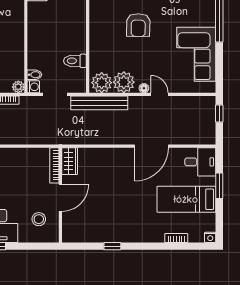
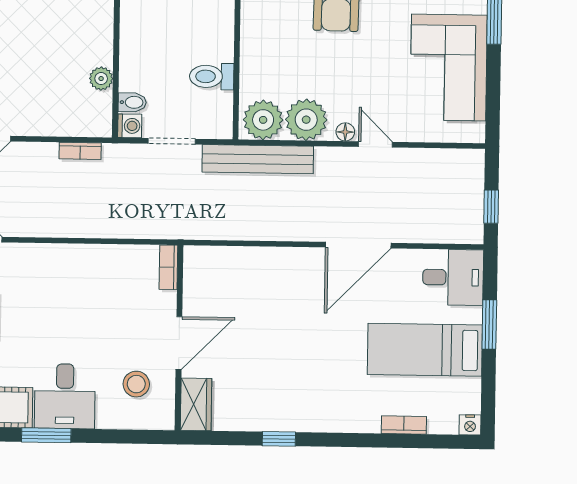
plant: (18, 87) -> (101, 79), moved
window: (219, 113) -> (491, 207), moved
wardrobe: (70, 161) -> (196, 404), moved
bookcase: (54, 165) -> (168, 267), width x0.64

